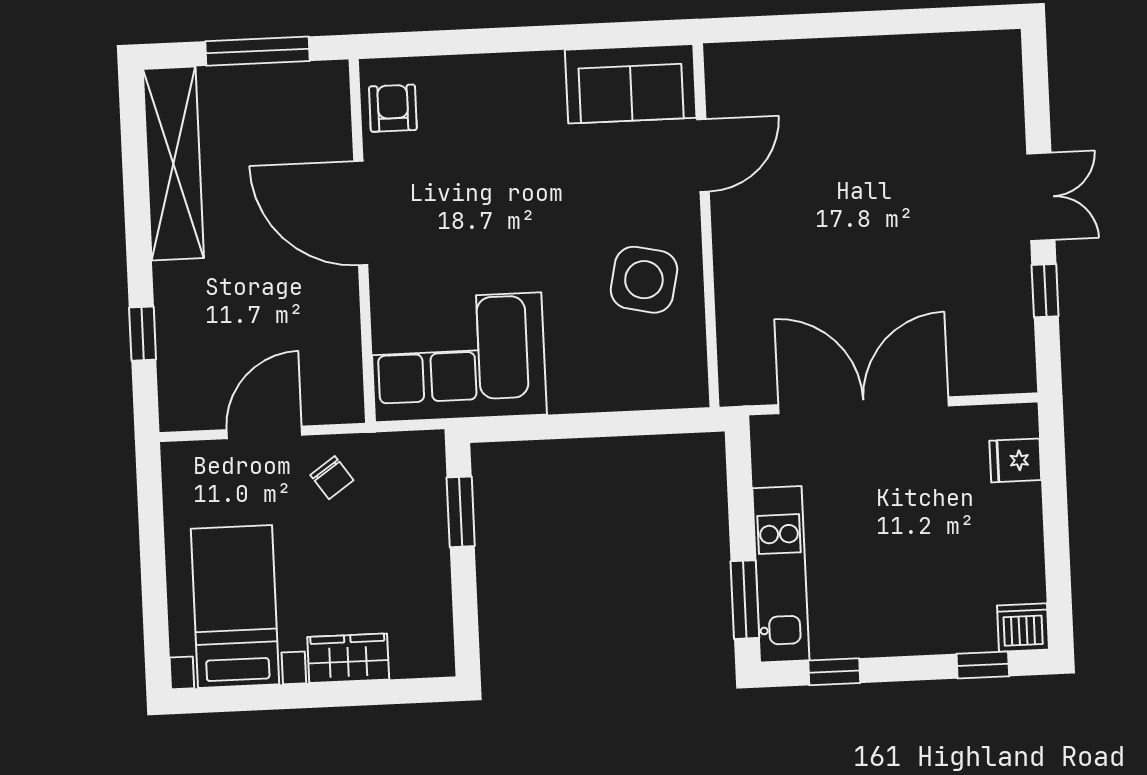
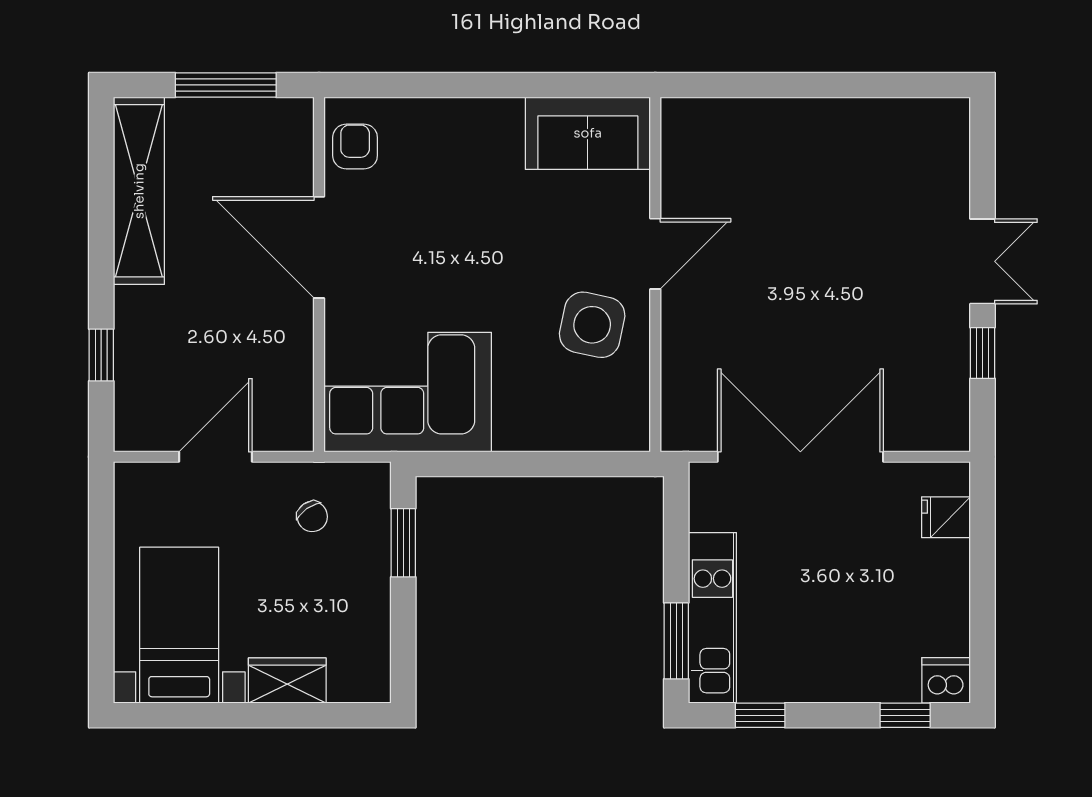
door: (703, 155) -> (655, 254), moved
chair: (332, 478) -> (312, 516), moved

